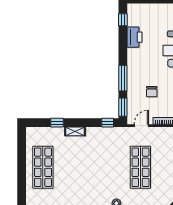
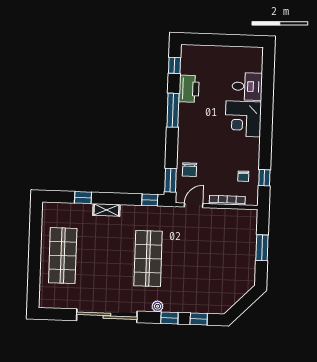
window: (123, 78) -> (173, 110), moved
chair: (152, 92) -> (189, 170), moved
shop shelf: (140, 167) -> (148, 259), moved

